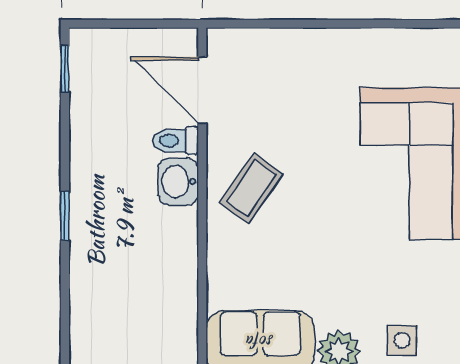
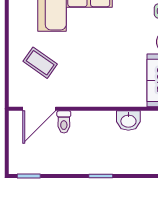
washbasin: (178, 182) -> (128, 121), moved
coffee table: (251, 188) -> (40, 63), moved

